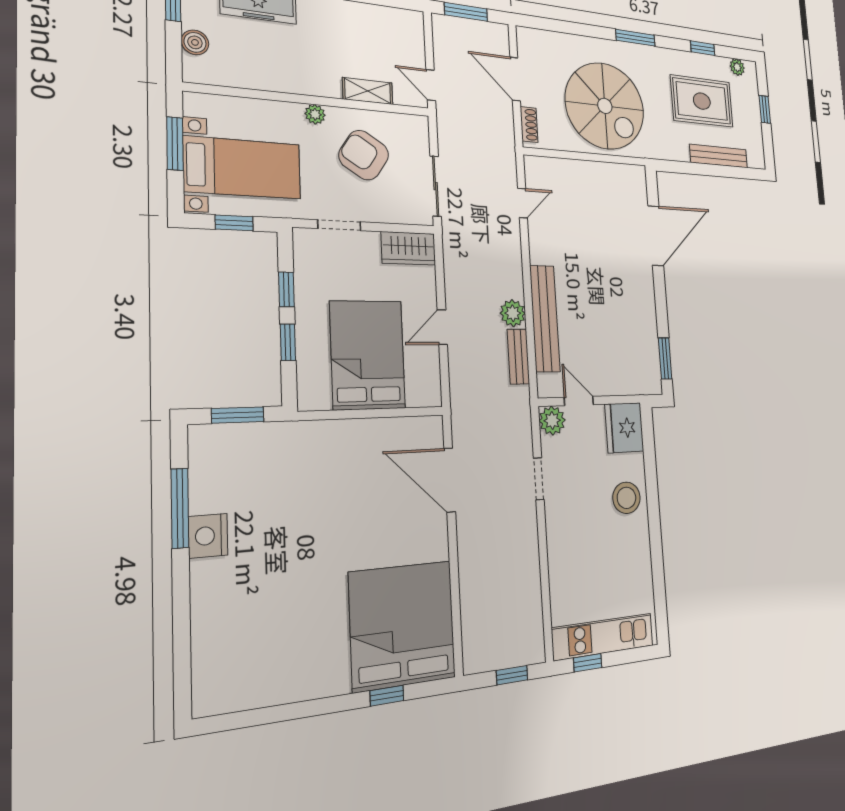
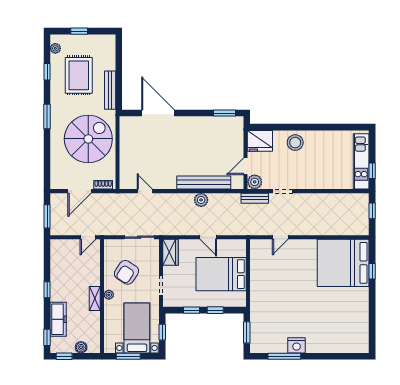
shelving: (368, 91) -> (95, 298), moved
bench: (719, 156) -> (110, 90), moved
bench: (518, 357) -> (255, 198), moved
door: (450, 480) -> (280, 237), width x0.53

